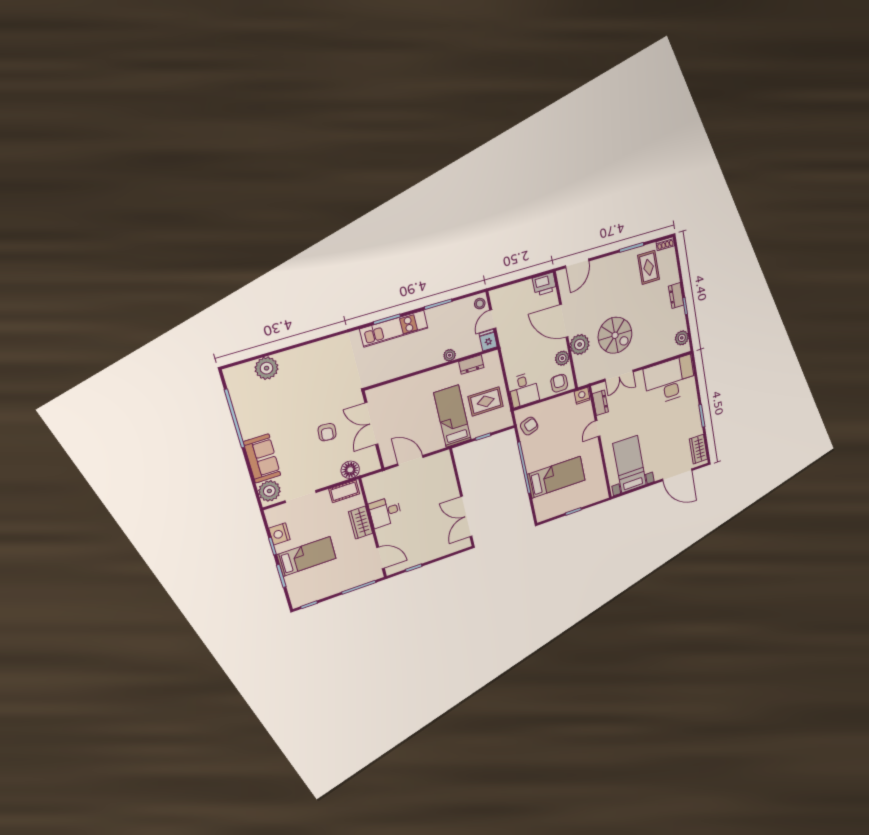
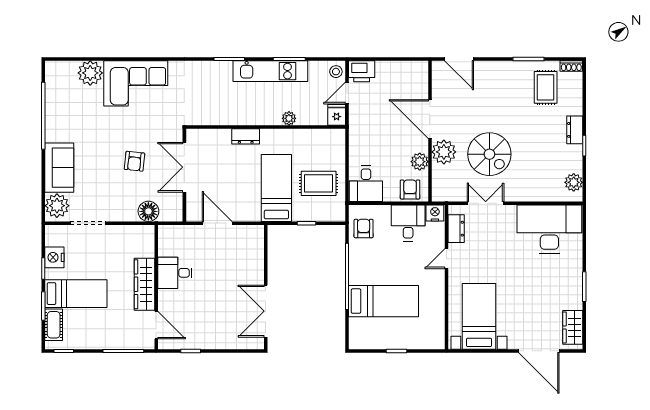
door: (577, 263) -> (459, 59), hinge flipped
printer: (544, 284) -> (362, 71), moved
kitchen unit: (394, 329) -> (270, 71), moved
corner sofa: (310, 365) -> (136, 83), added
dresser: (471, 365) -> (246, 136), moved
double door: (619, 376) -> (486, 203), swing flipped
desk: (563, 410) -> (408, 223), added
armchair: (529, 426) -> (364, 228), turned -71
cot: (344, 491) -> (54, 325), moved, turned 90
wardrobe: (361, 523) -> (144, 284), width x1.50

